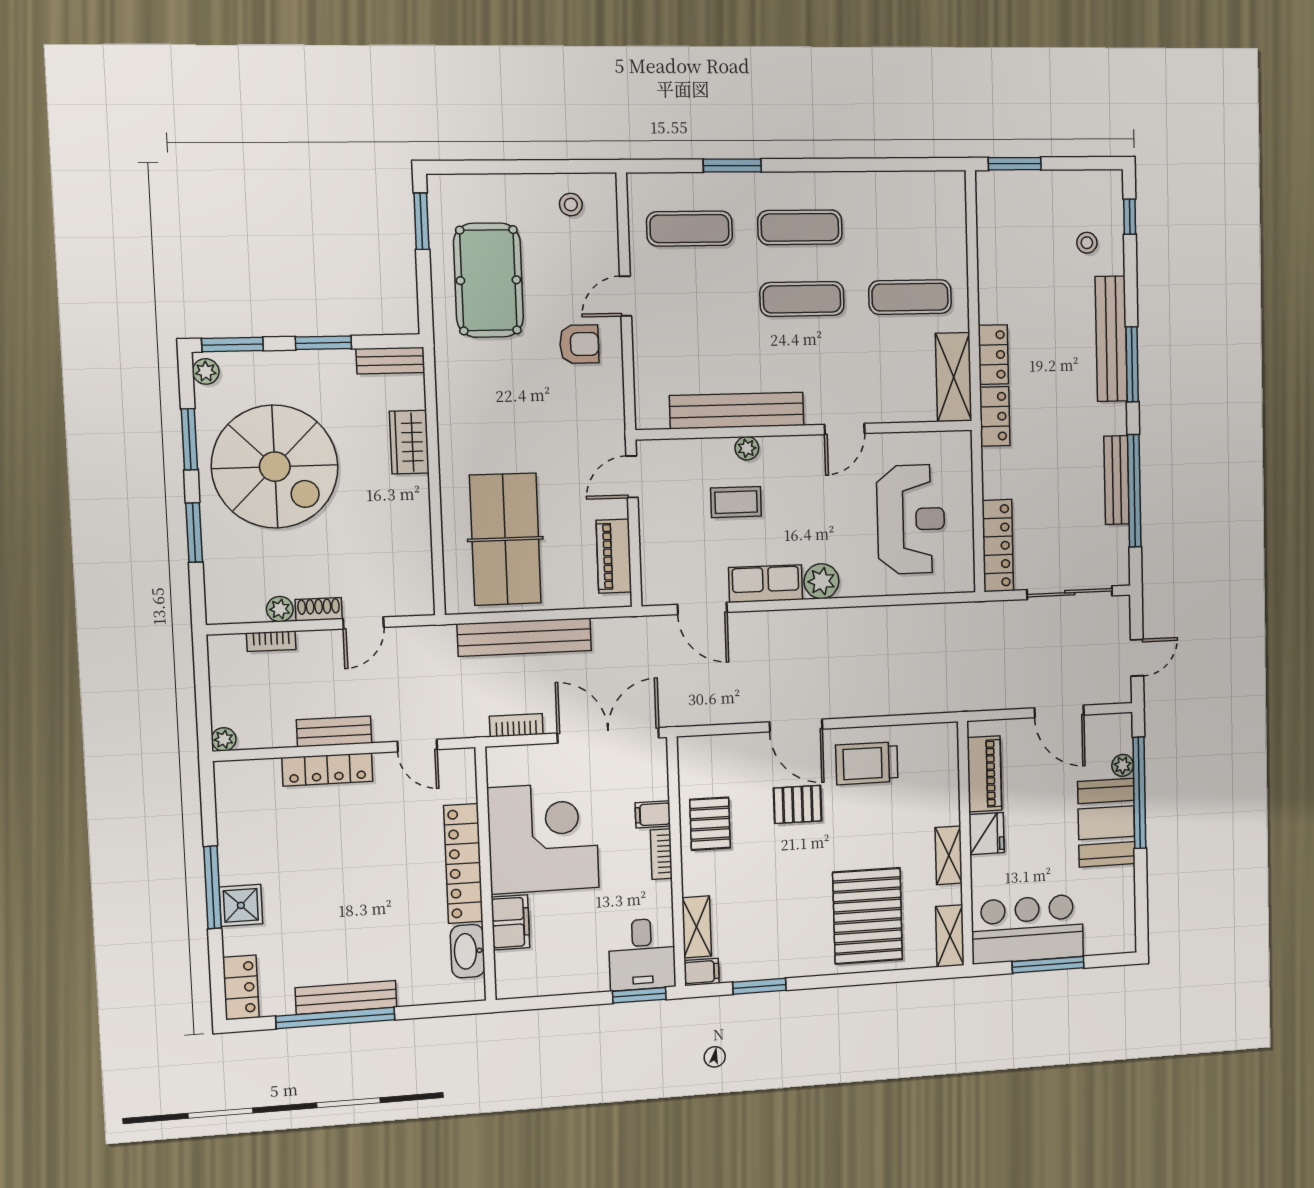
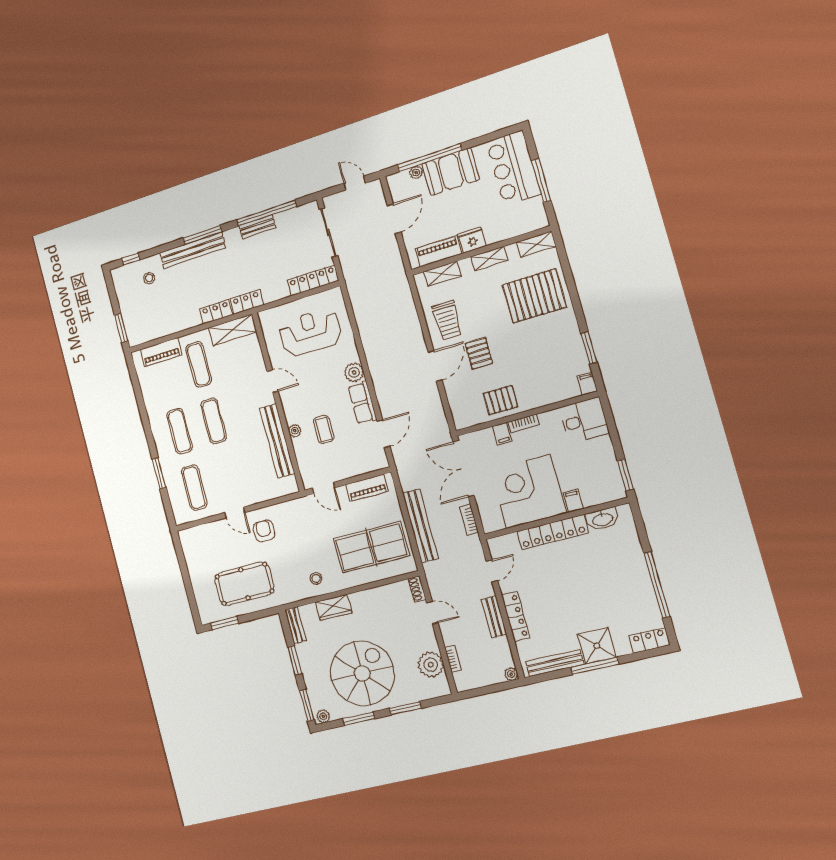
stool: (571, 205) -> (316, 578), moved
piano: (951, 230) -> (161, 352), added
bench: (1117, 480) -> (257, 227), width x0.73
plant: (280, 609) -> (431, 665), width x1.87, depth x1.87
shoe rack: (319, 609) -> (417, 589), moved
shower: (241, 905) -> (597, 646), width x1.36, depth x1.36
filing cabinet: (510, 922) -> (573, 501), width x0.50
shelving: (697, 927) -> (442, 274), moved
bar counter: (1027, 929) -> (513, 168), moved
window: (639, 995) -> (625, 475), moved
bench: (346, 997) -> (555, 663), moved, turned 90

